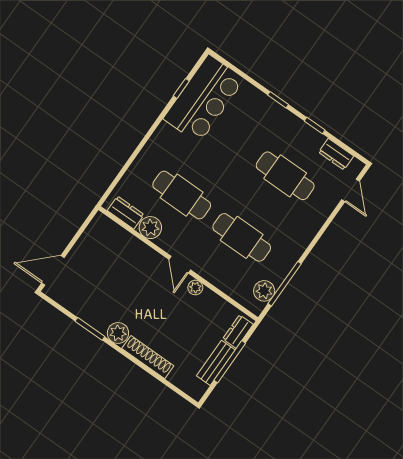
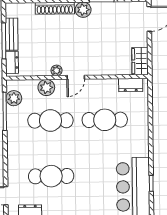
plant: (150, 228) -> (46, 88), moved
wardrobe: (96, 231) -> (140, 61), added
door: (180, 265) -> (76, 77), swing flipped

